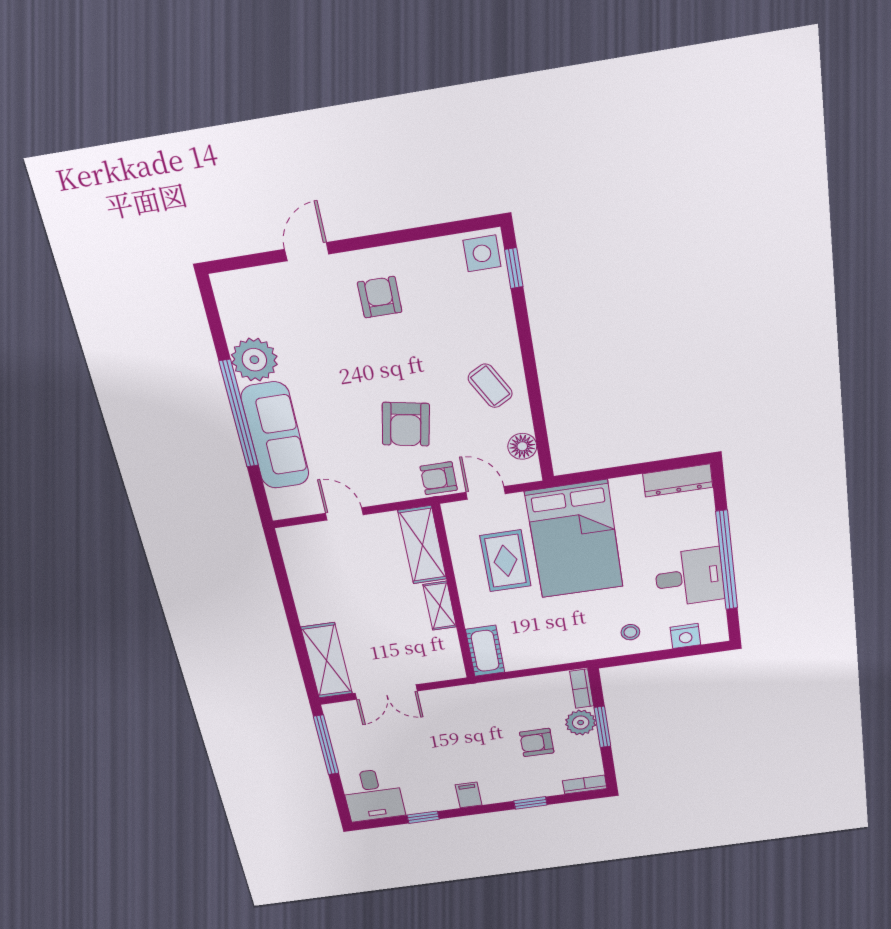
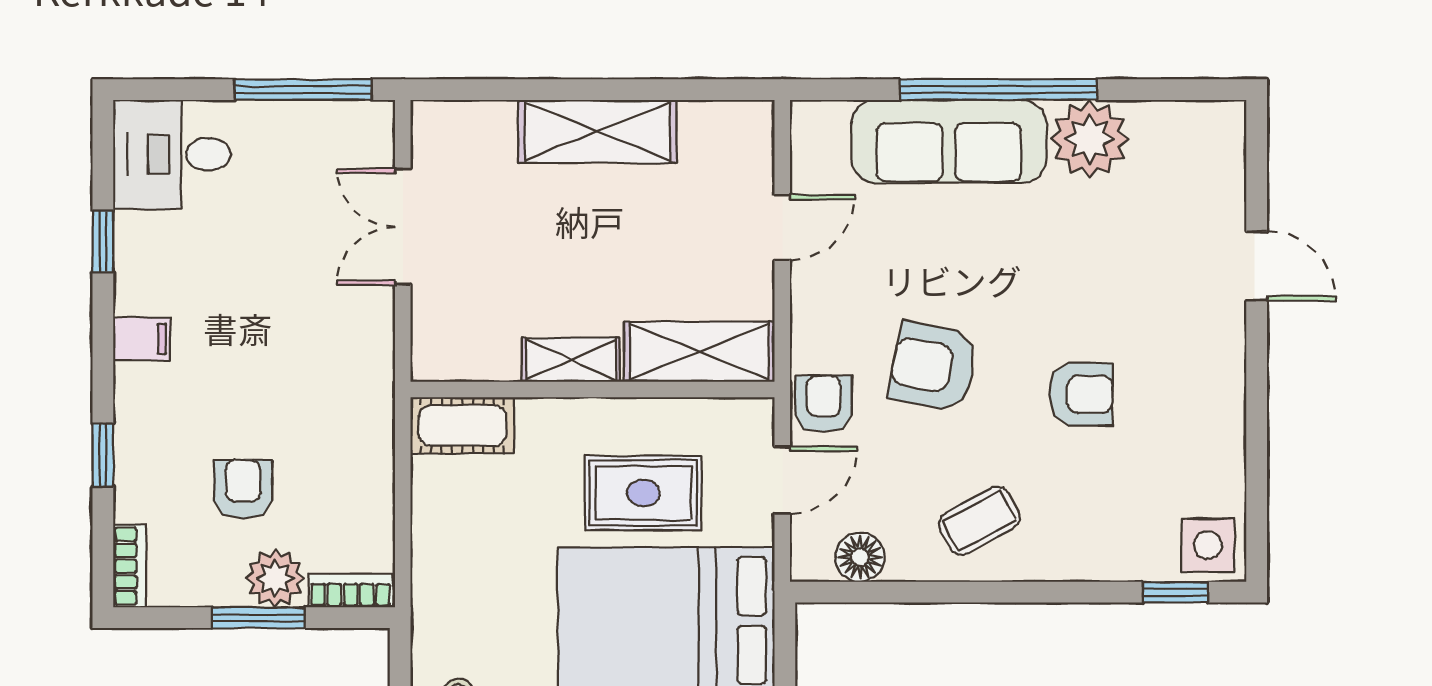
armchair: (380, 297) -> (1081, 394), moved
shelving: (327, 660) -> (597, 131), moved

